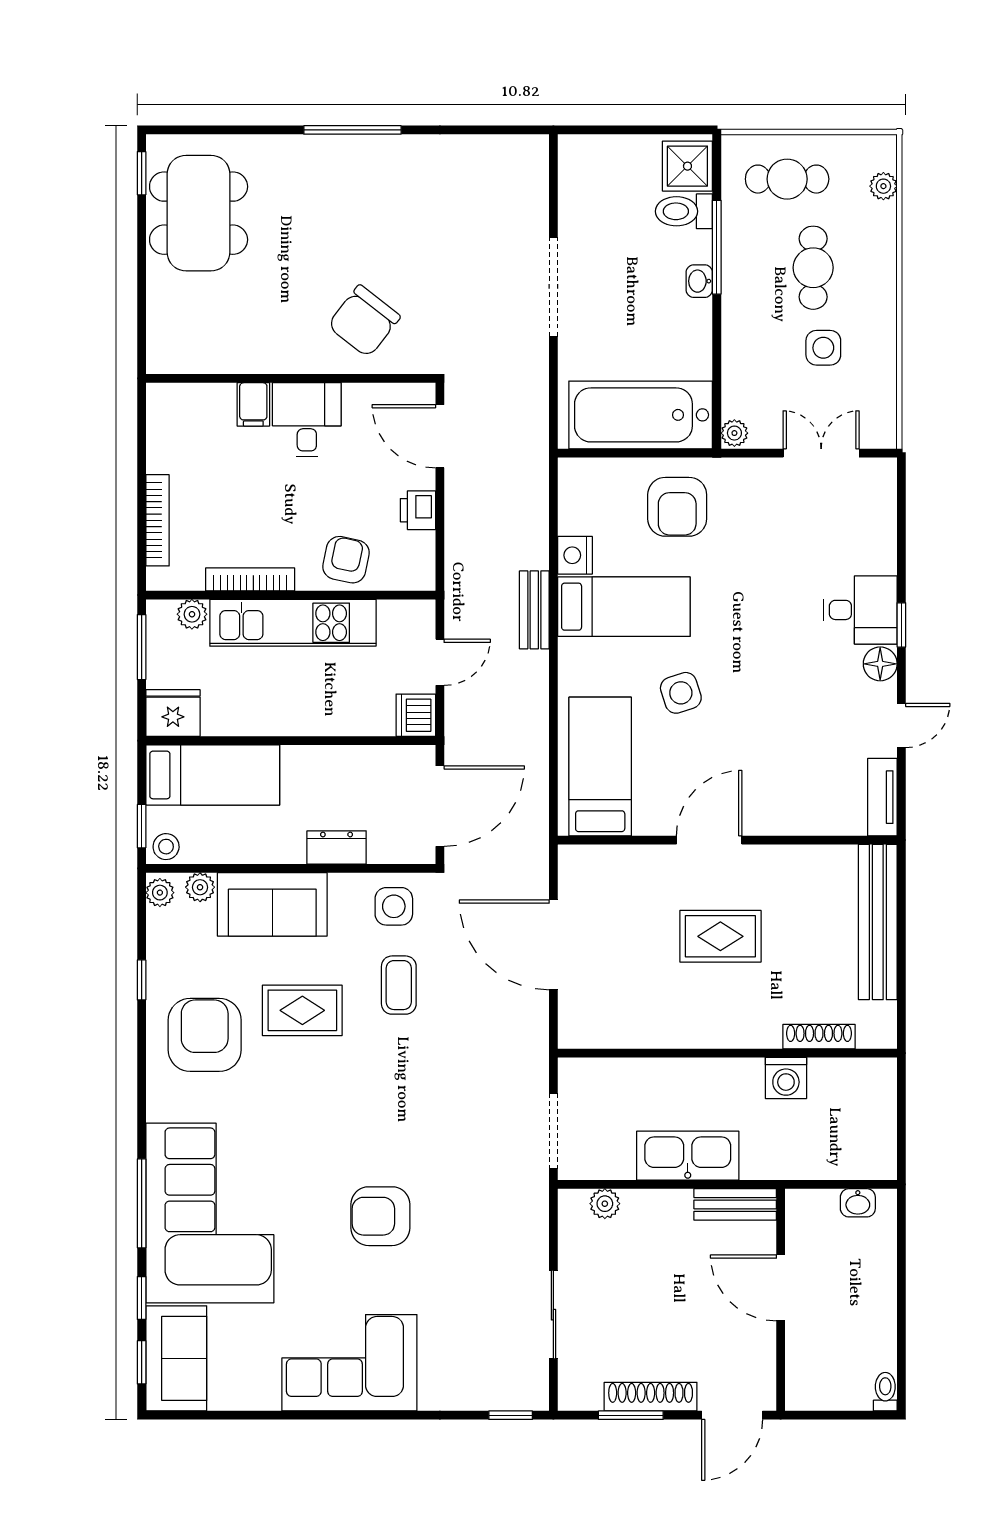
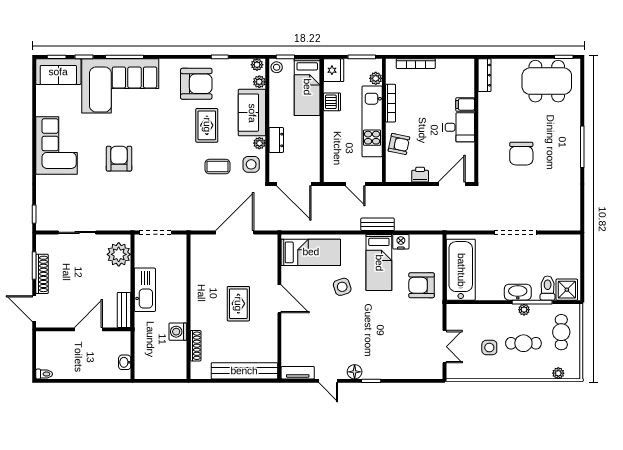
washbasin: (699, 281) -> (518, 292), width x1.91, depth x1.45
chair: (364, 321) -> (521, 154), moved, turned -128
dresser: (184, 359) -> (485, 75), added
plant: (734, 433) -> (524, 310), moved
desk: (860, 610) -> (378, 363), removed
dishwasher: (416, 715) -> (332, 102), moved, turned 90
plant: (344, 887) -> (259, 143), added
plant: (605, 1204) -> (119, 254), width x1.88, depth x1.88

